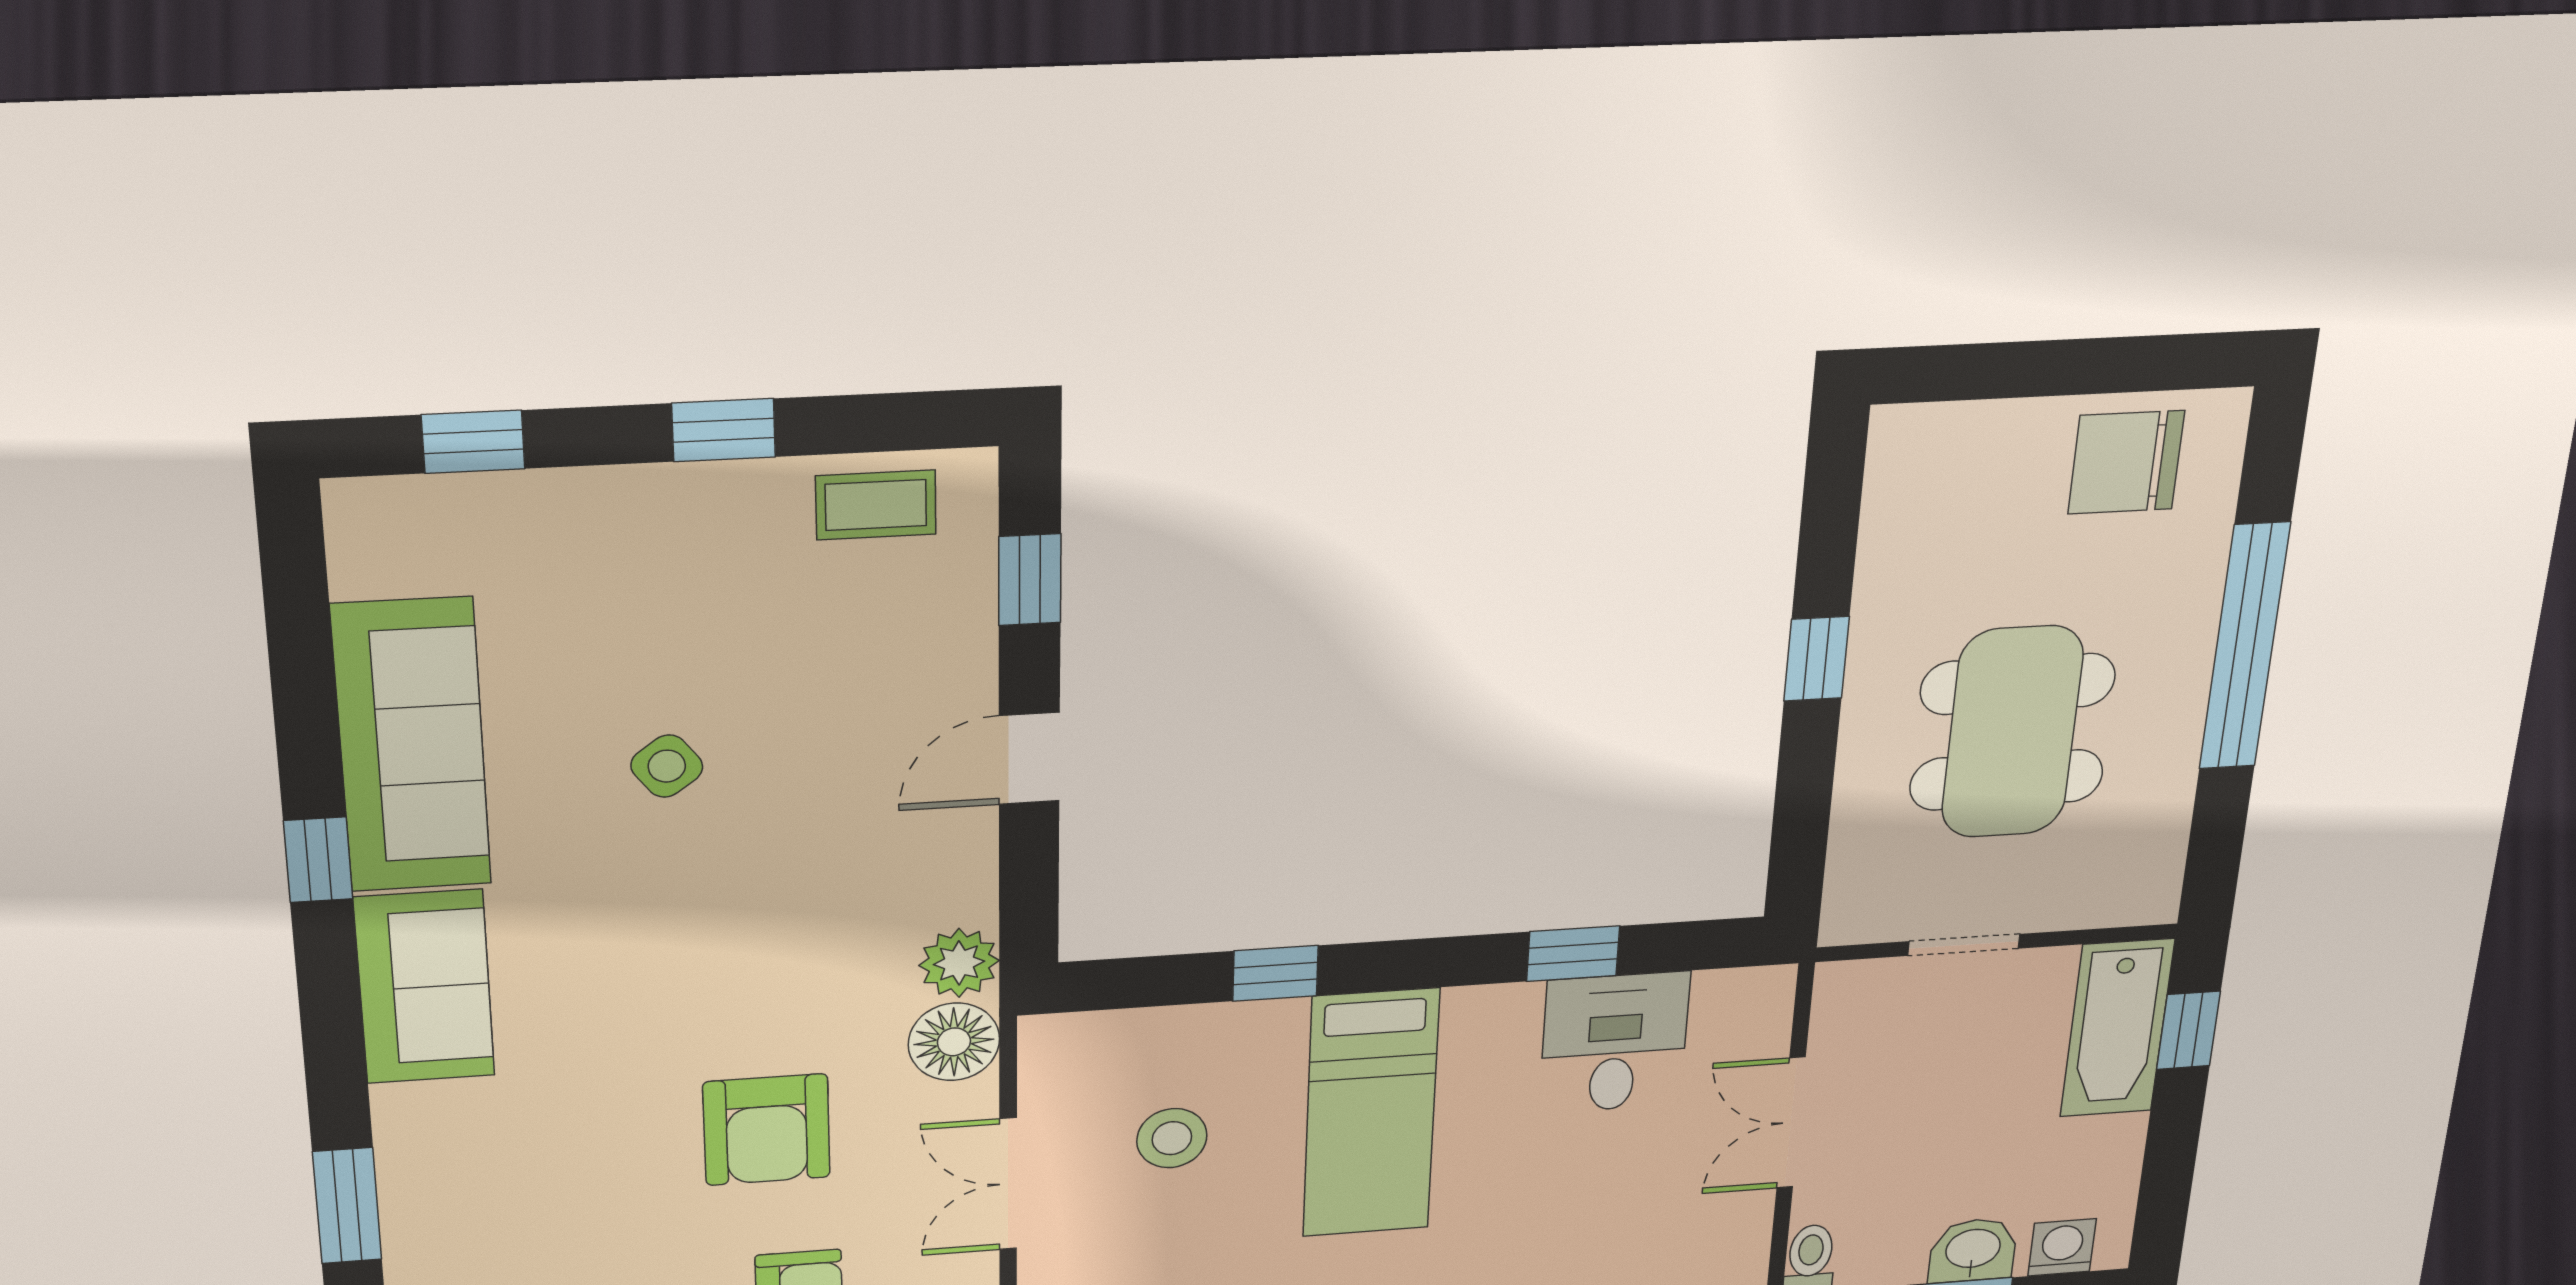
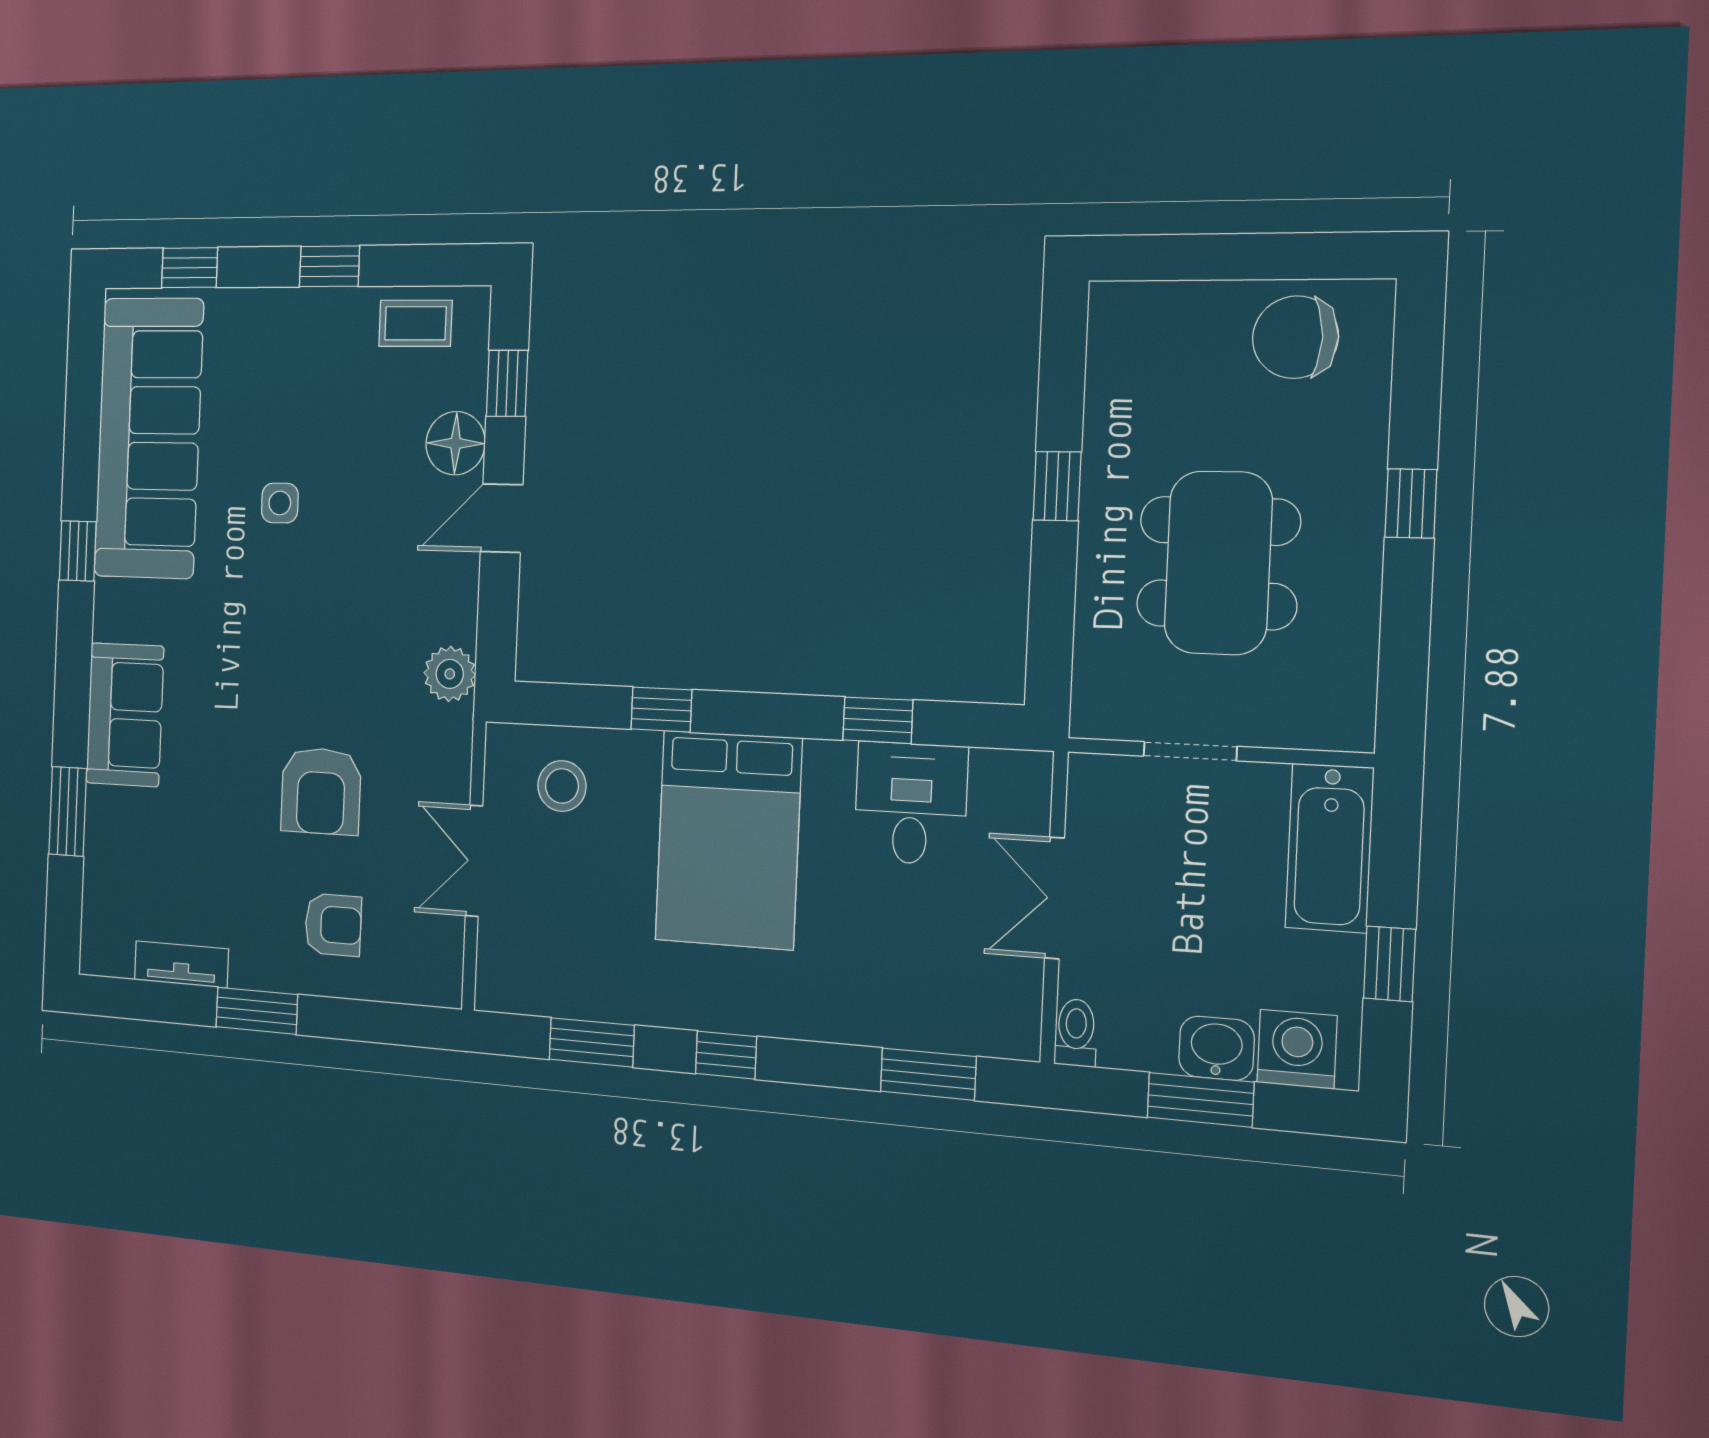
window: (2245, 647) -> (1411, 503), width x0.32
sofa: (412, 746) -> (149, 438), width x1.36, depth x1.27
side table: (667, 766) -> (280, 503), turned 37
sofa: (424, 987) -> (125, 715), moved
window: (2188, 1030) -> (1389, 964), moved
floor lamp: (954, 1042) -> (456, 443), moved
bed: (1371, 1113) -> (728, 840), width x1.50
stool: (1172, 1138) -> (562, 786), moved
washing machine: (2062, 1247) -> (1297, 1049), width x1.38, depth x1.38

